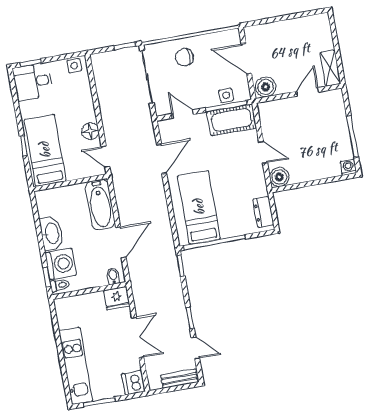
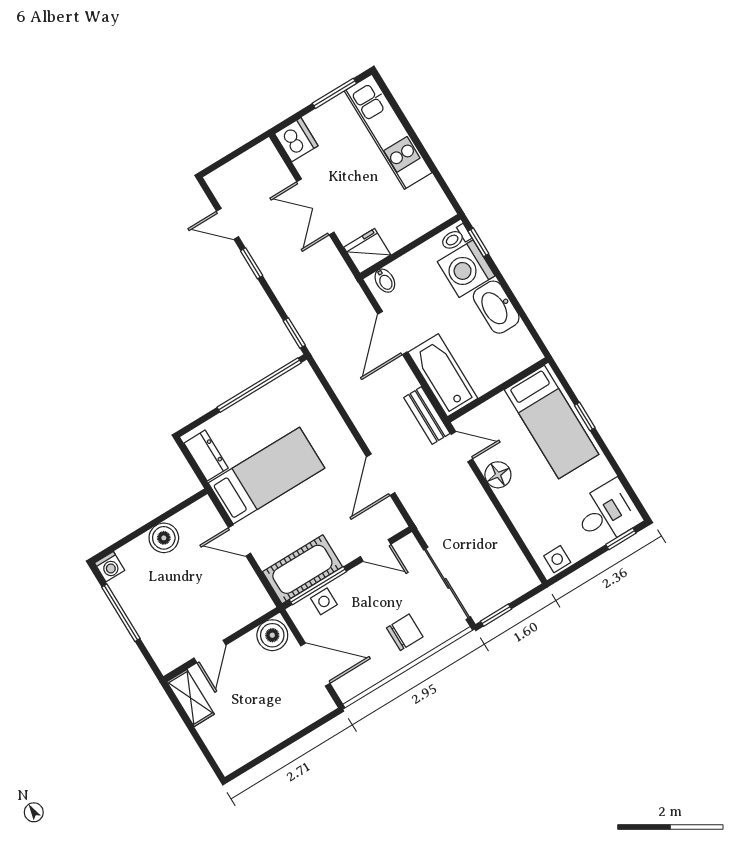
boiler: (279, 177) -> (164, 538), moved
bed: (199, 207) -> (266, 476), moved, turned -90
bench: (179, 379) -> (427, 416), moved, turned 90

